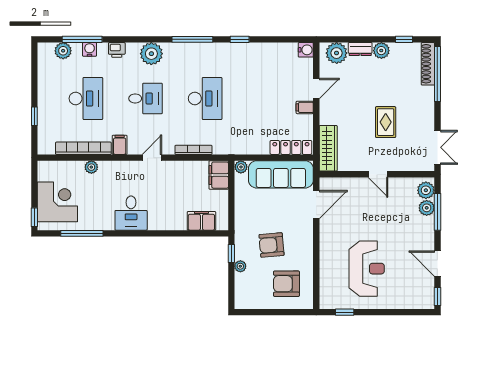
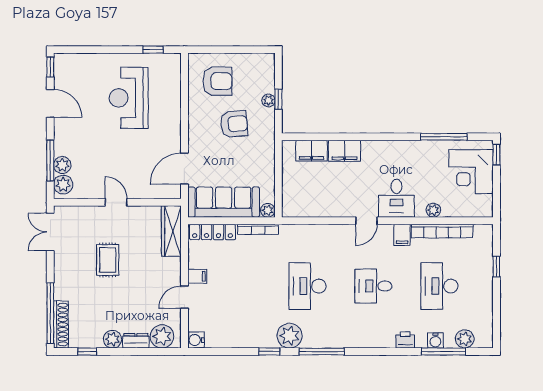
plant: (151, 54) -> (290, 336), moved
bookcase: (193, 150) -> (258, 229), moved
filing cabinet: (219, 175) -> (344, 151), moved, turned 90
desk: (131, 213) -> (396, 198), moved, turned 180
window: (231, 253) -> (278, 99), moved

